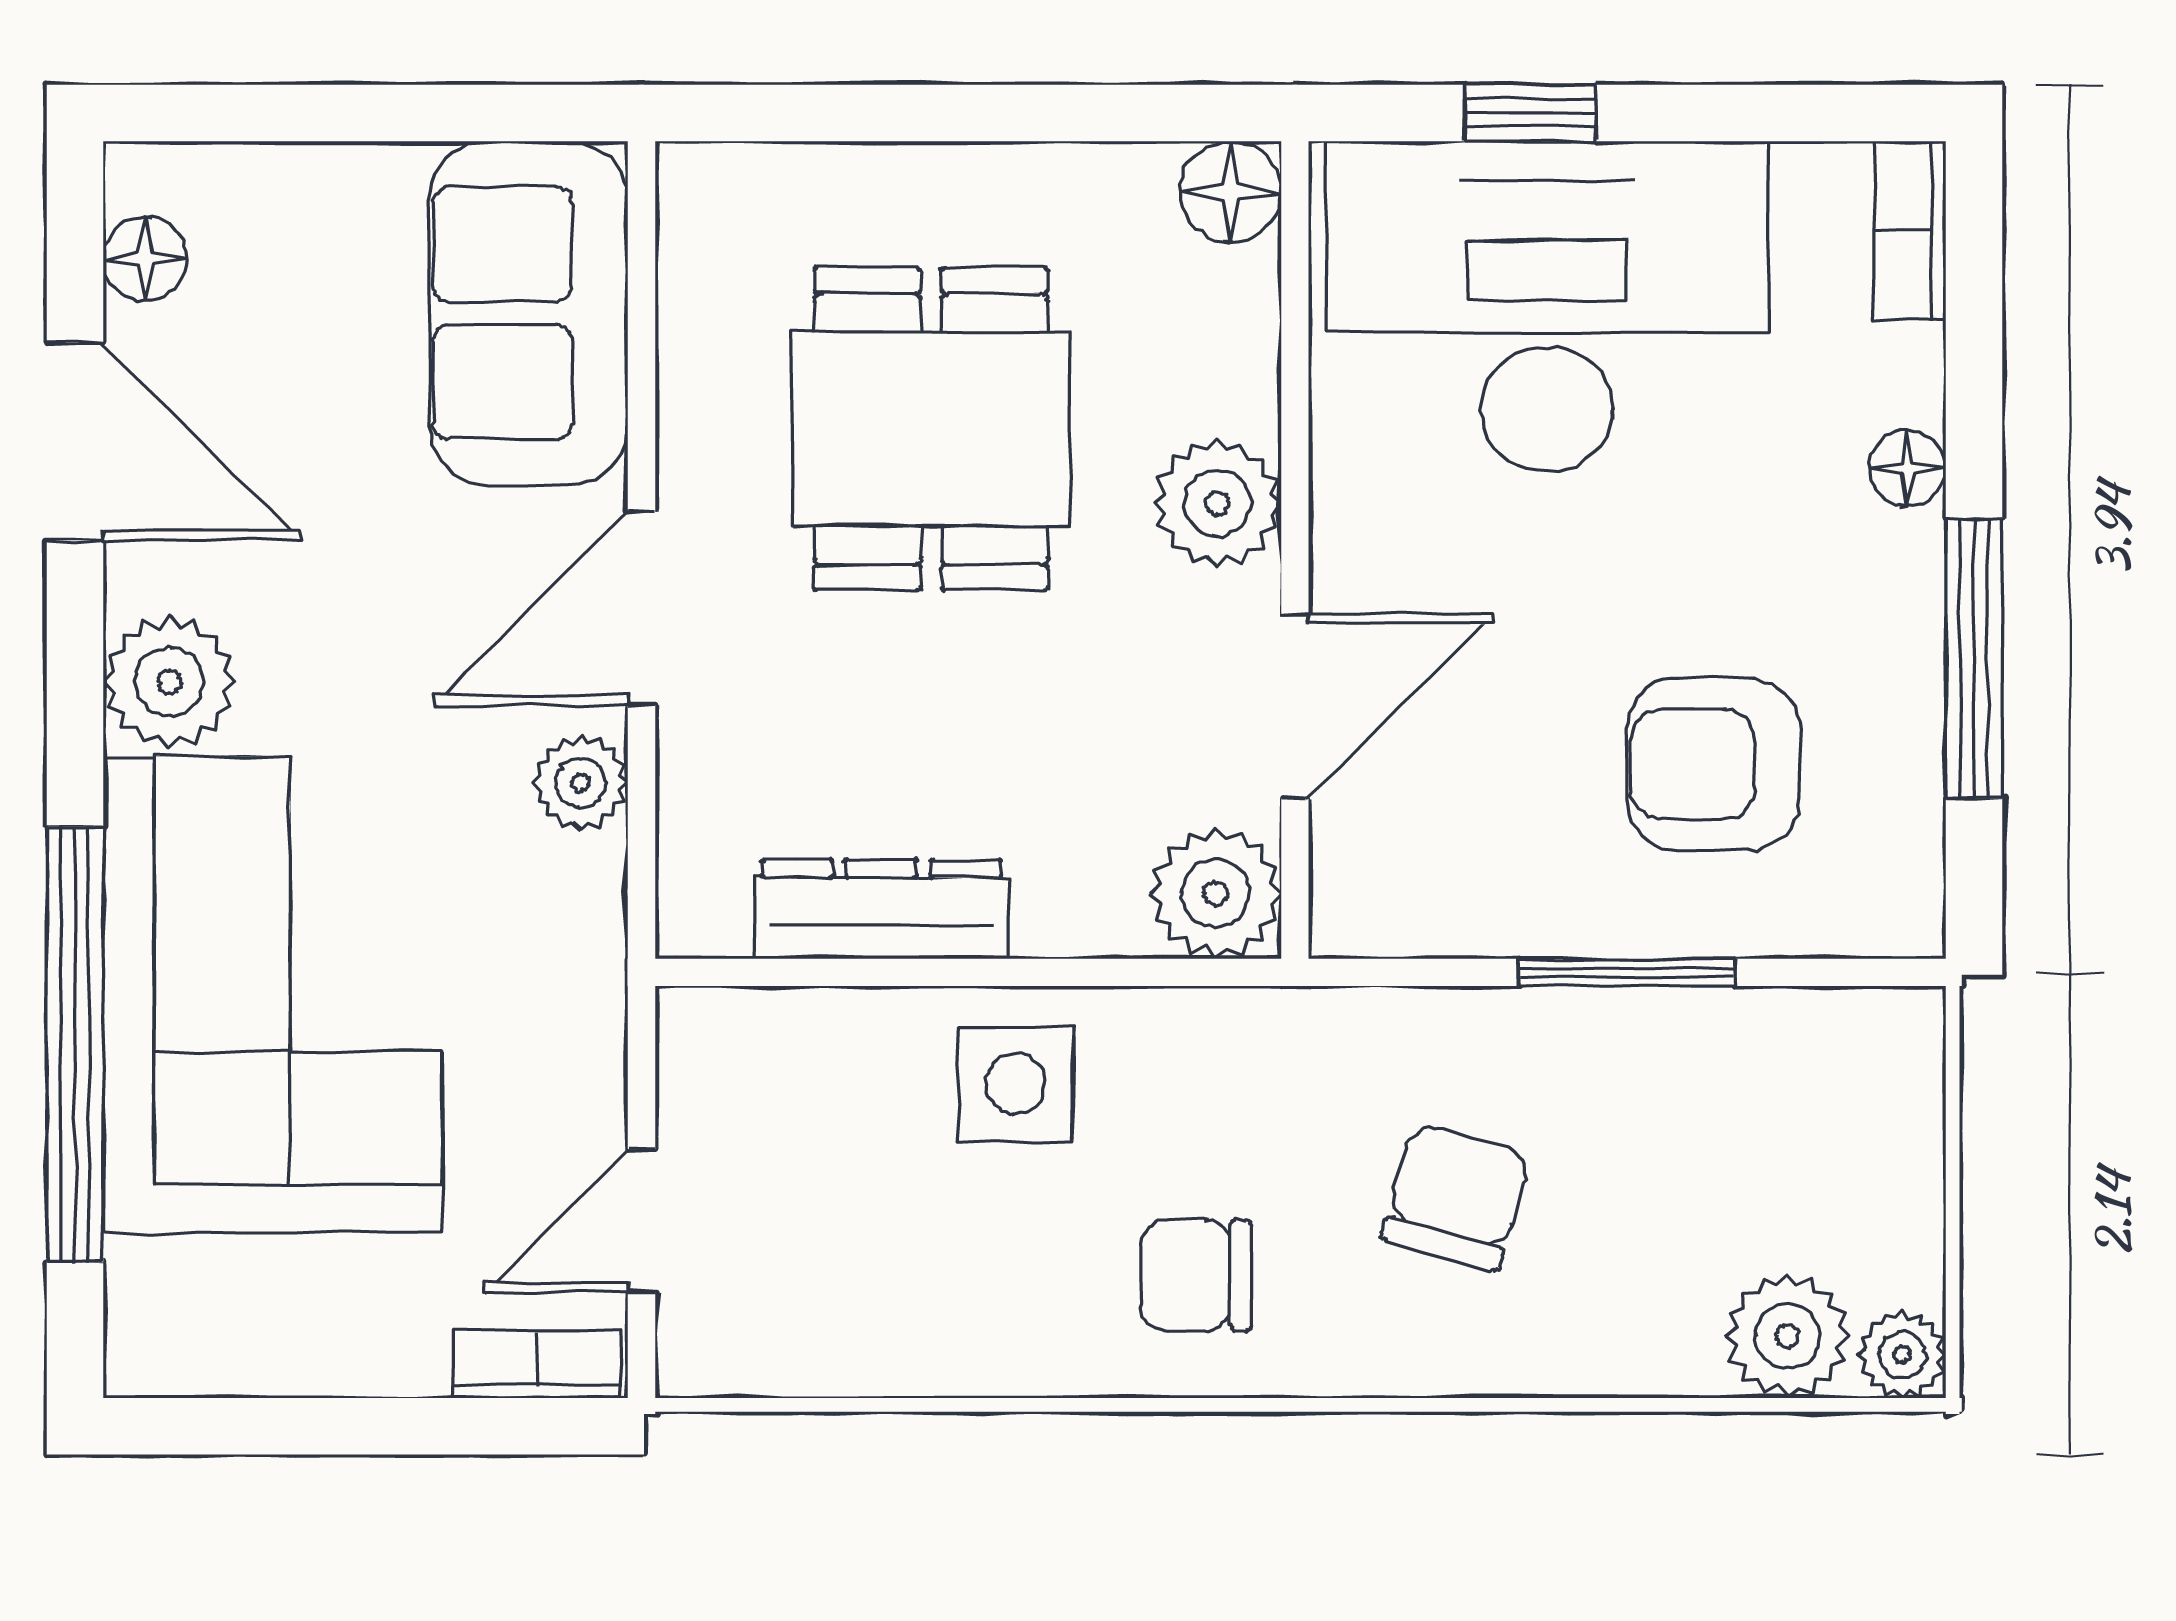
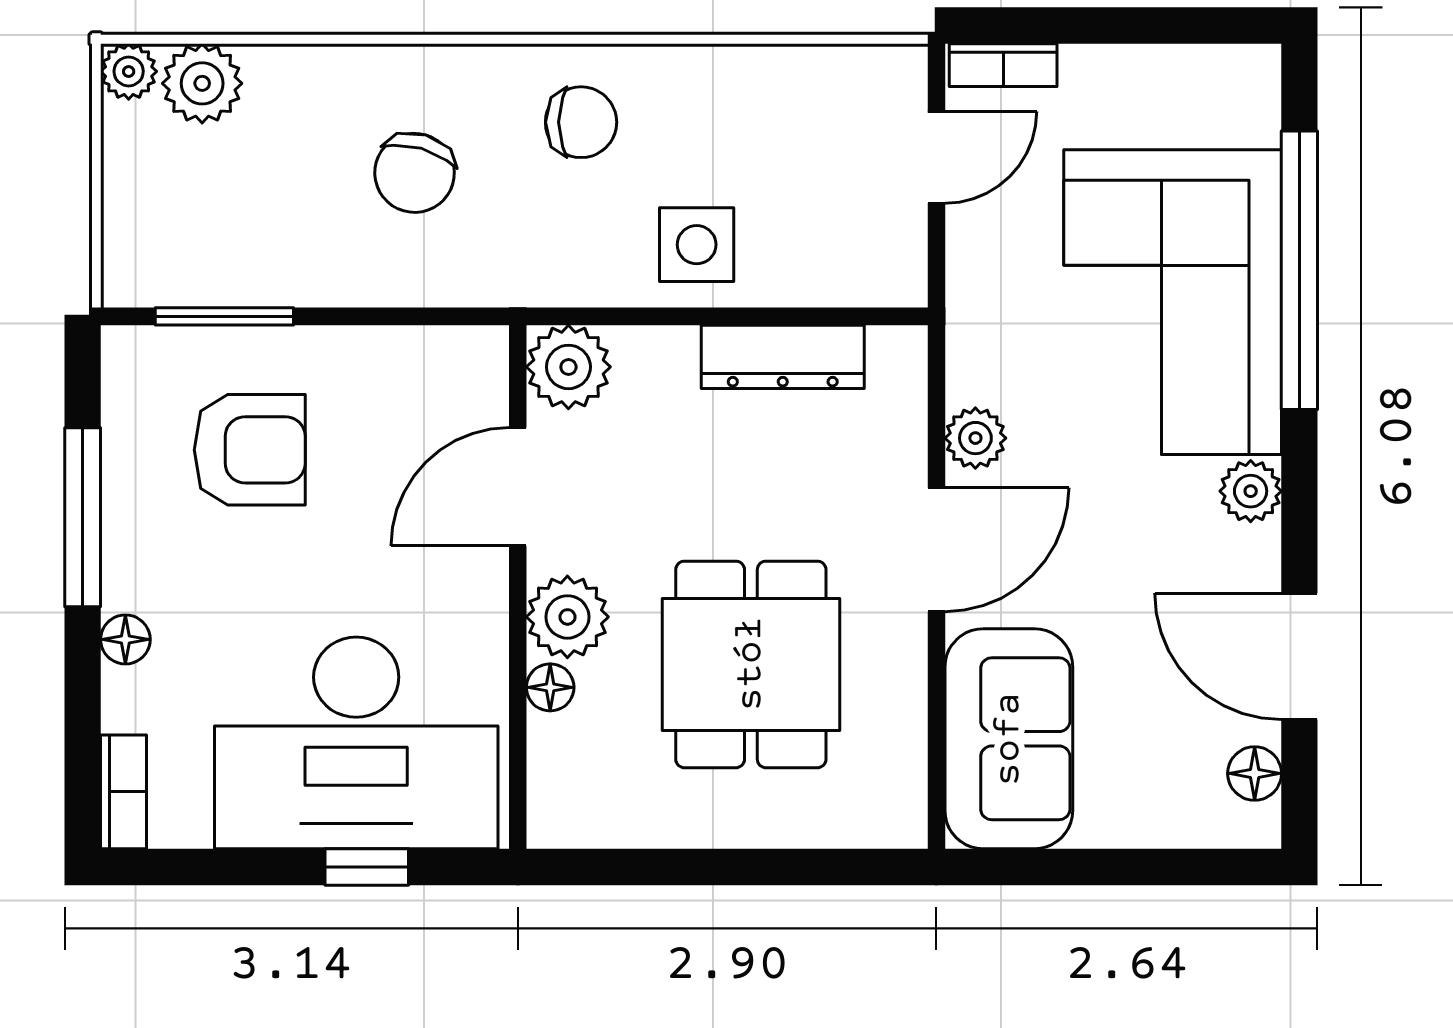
floor lamp: (1231, 192) -> (550, 687), moved, width x0.73, depth x0.73
plant: (169, 682) -> (1251, 491), width x0.73, depth x0.73
window: (1627, 972) -> (224, 316), moved

